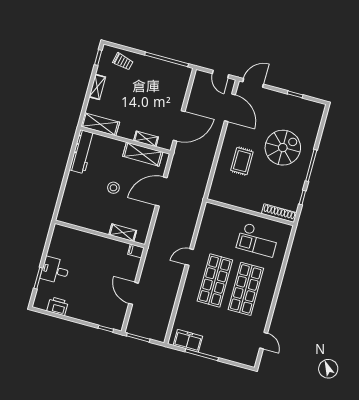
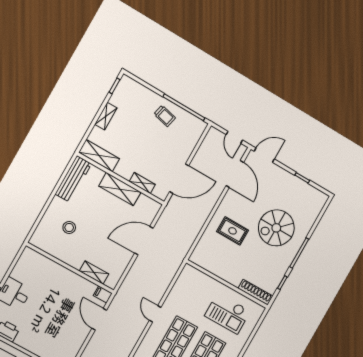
trolley: (123, 62) -> (165, 116), moved
spiral stairs: (283, 148) -> (276, 228), turned 180
shelving: (143, 154) -> (120, 189), moved
rug: (242, 161) -> (233, 231), turned 90
stool: (113, 188) -> (69, 228), moved
door: (189, 257) -> (155, 314), hinge flipped
door: (134, 293) -> (99, 319), moved

